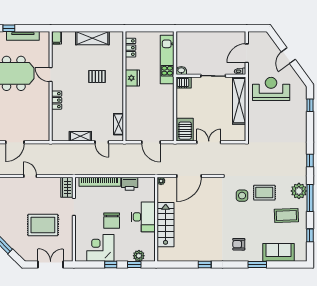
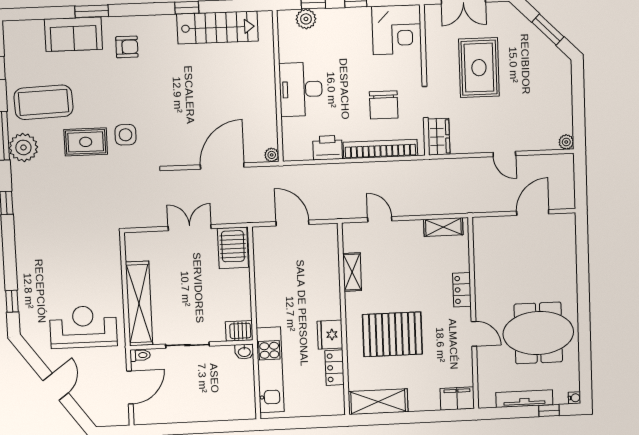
filing cabinet: (57, 38) -> (457, 399), width x2.00
shelving: (92, 38) -> (378, 402), moved
locker: (131, 48) -> (335, 368), moved
pallet: (97, 76) -> (392, 334), width x2.05, depth x2.00
reception desk: (271, 89) -> (83, 327), turned 180
shelving: (118, 124) -> (352, 272), moved
shelving: (80, 136) -> (443, 227), moved
double door: (209, 142) -> (190, 228), swing flipped
coffee table: (286, 215) -> (44, 102), width x1.36, depth x1.32
chair: (112, 221) -> (384, 105), moved, turned 180
rug: (43, 225) -> (479, 68), turned 90
stairs: (166, 225) -> (218, 27), moved, turned -90
corner desk: (100, 248) -> (397, 30), moved
sofa: (279, 252) -> (73, 34), moved

